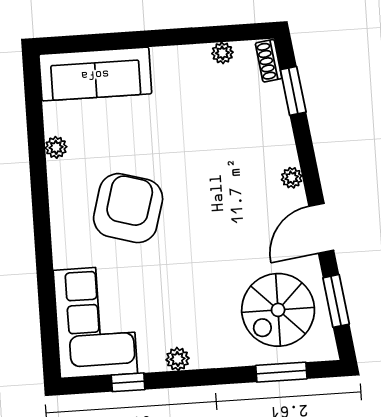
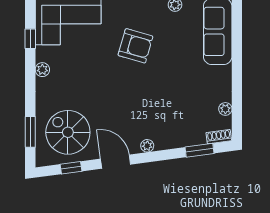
armchair: (128, 208) -> (135, 46), width x0.73, depth x0.73
window: (336, 301) -> (71, 168), width x0.67

